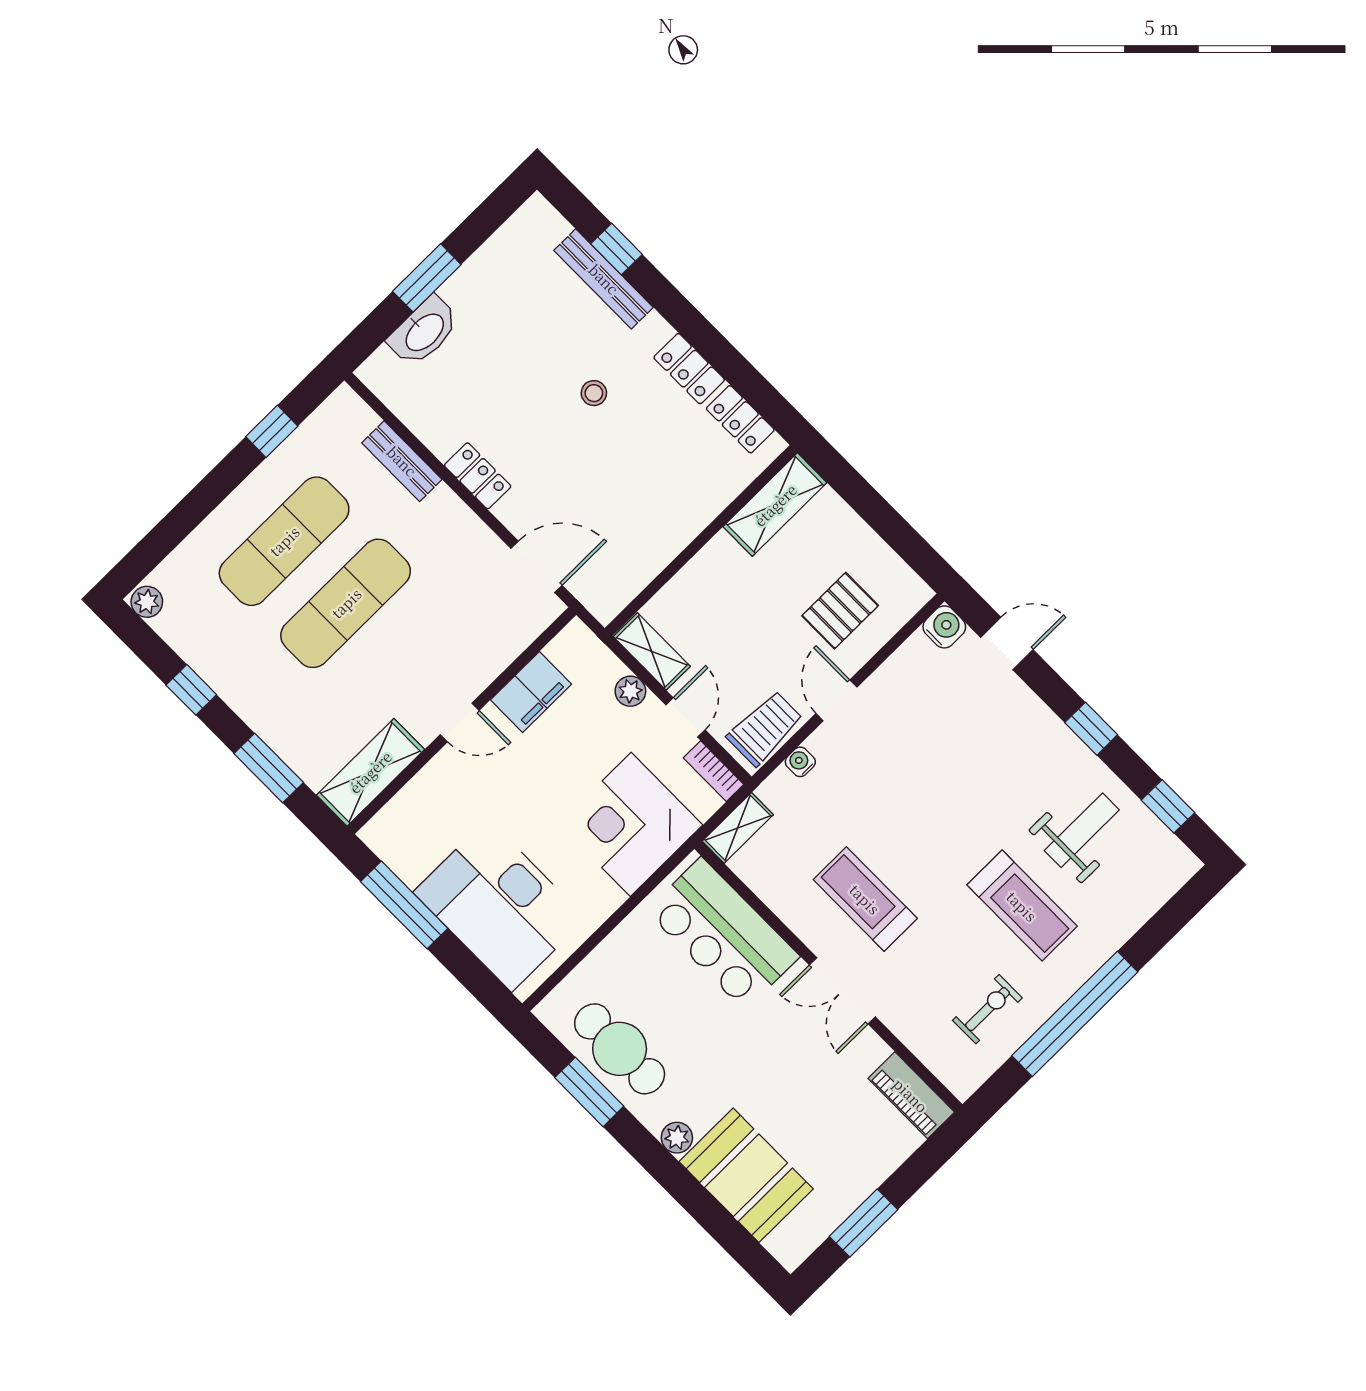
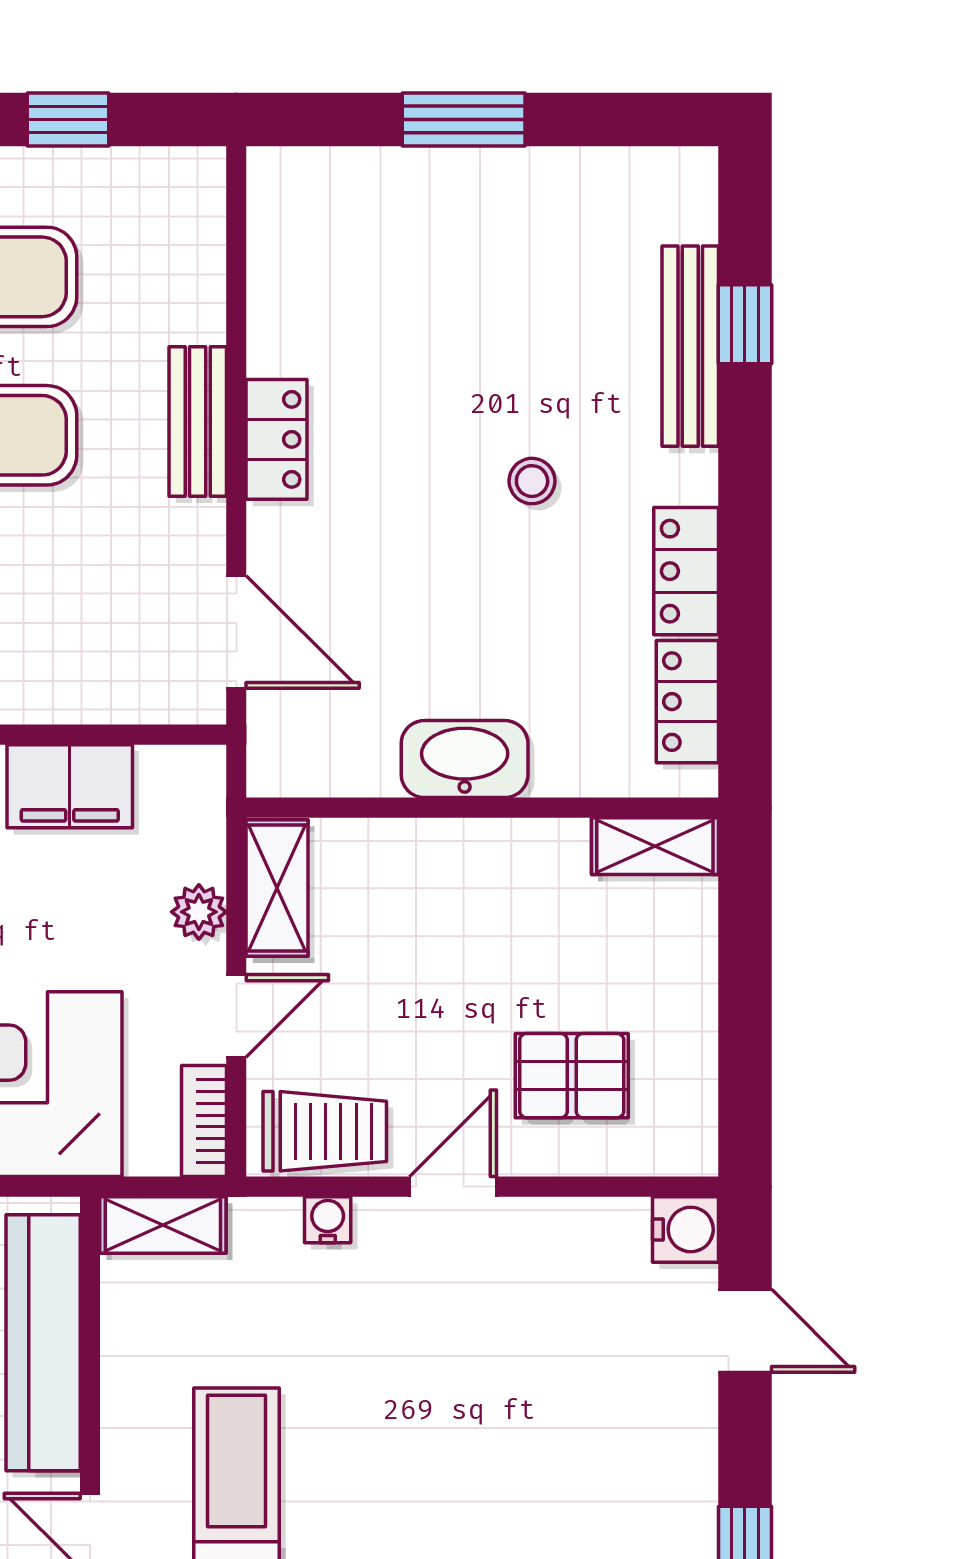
washbasin: (424, 331) -> (465, 759), moved, turned 180
bench: (402, 461) -> (198, 421), moved
shelving: (775, 505) -> (655, 846), width x0.67, depth x0.75

